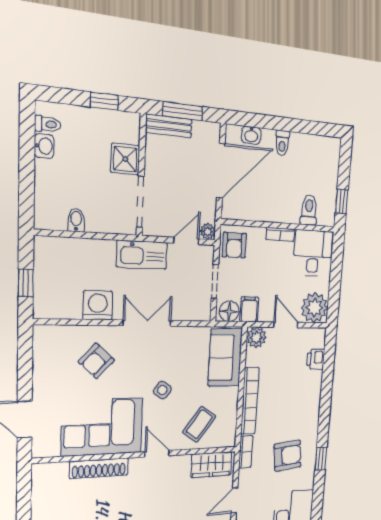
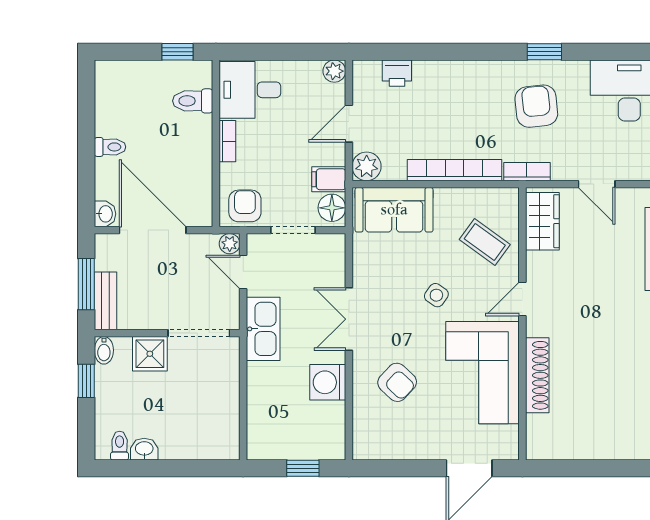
washbasin: (251, 135) -> (105, 214), moved
bidet: (76, 220) -> (104, 350), moved, turned -90
armchair: (234, 245) -> (245, 206), turned -90
plant: (315, 308) -> (334, 71), width x0.53, depth x0.53

